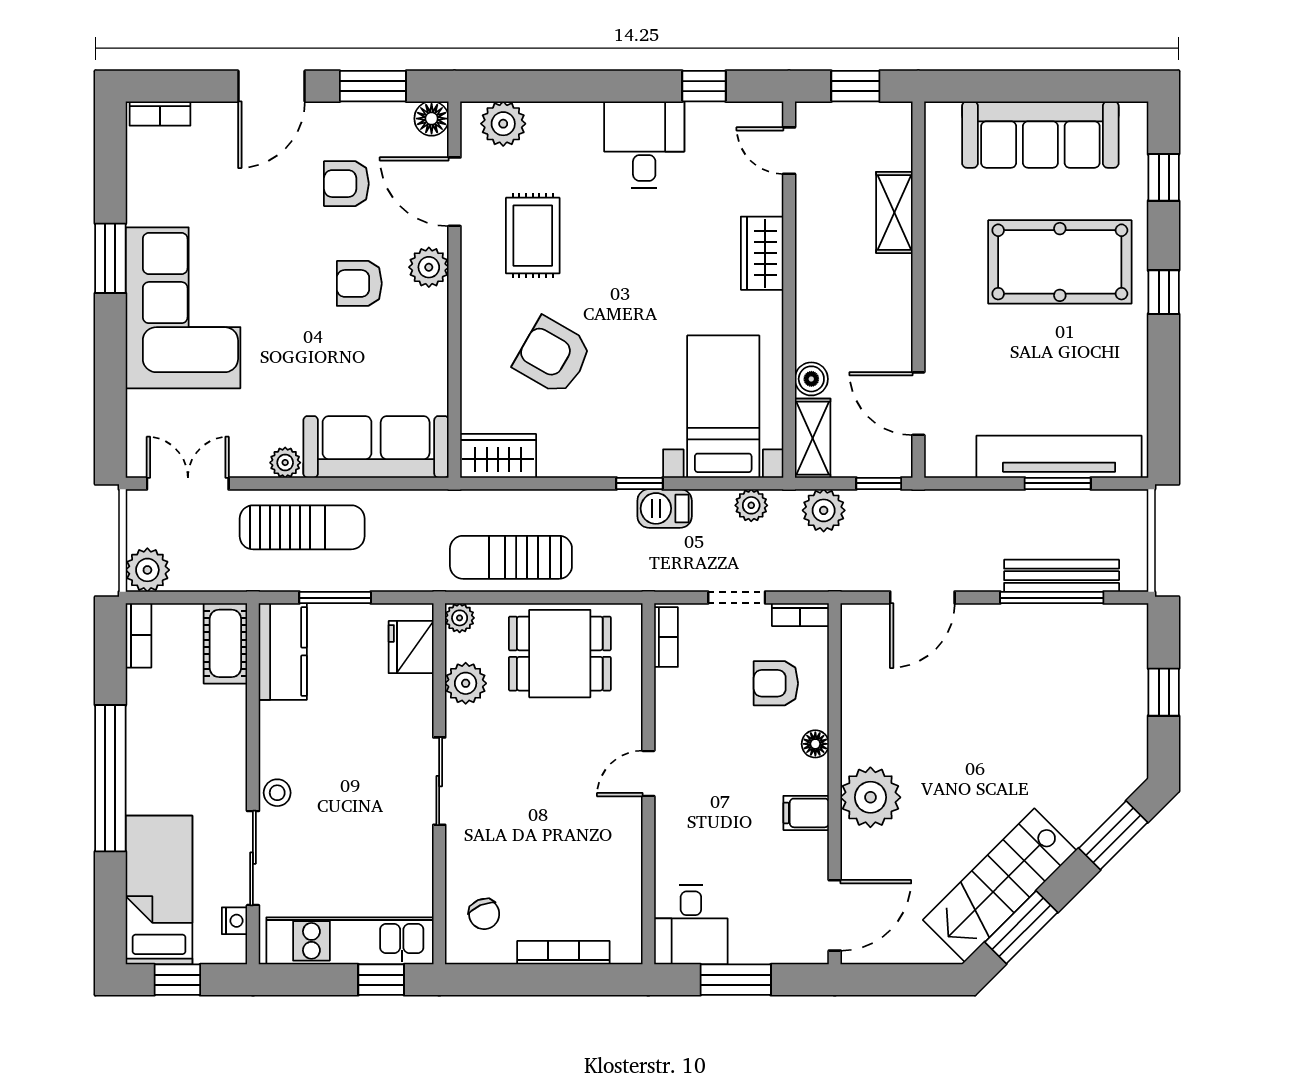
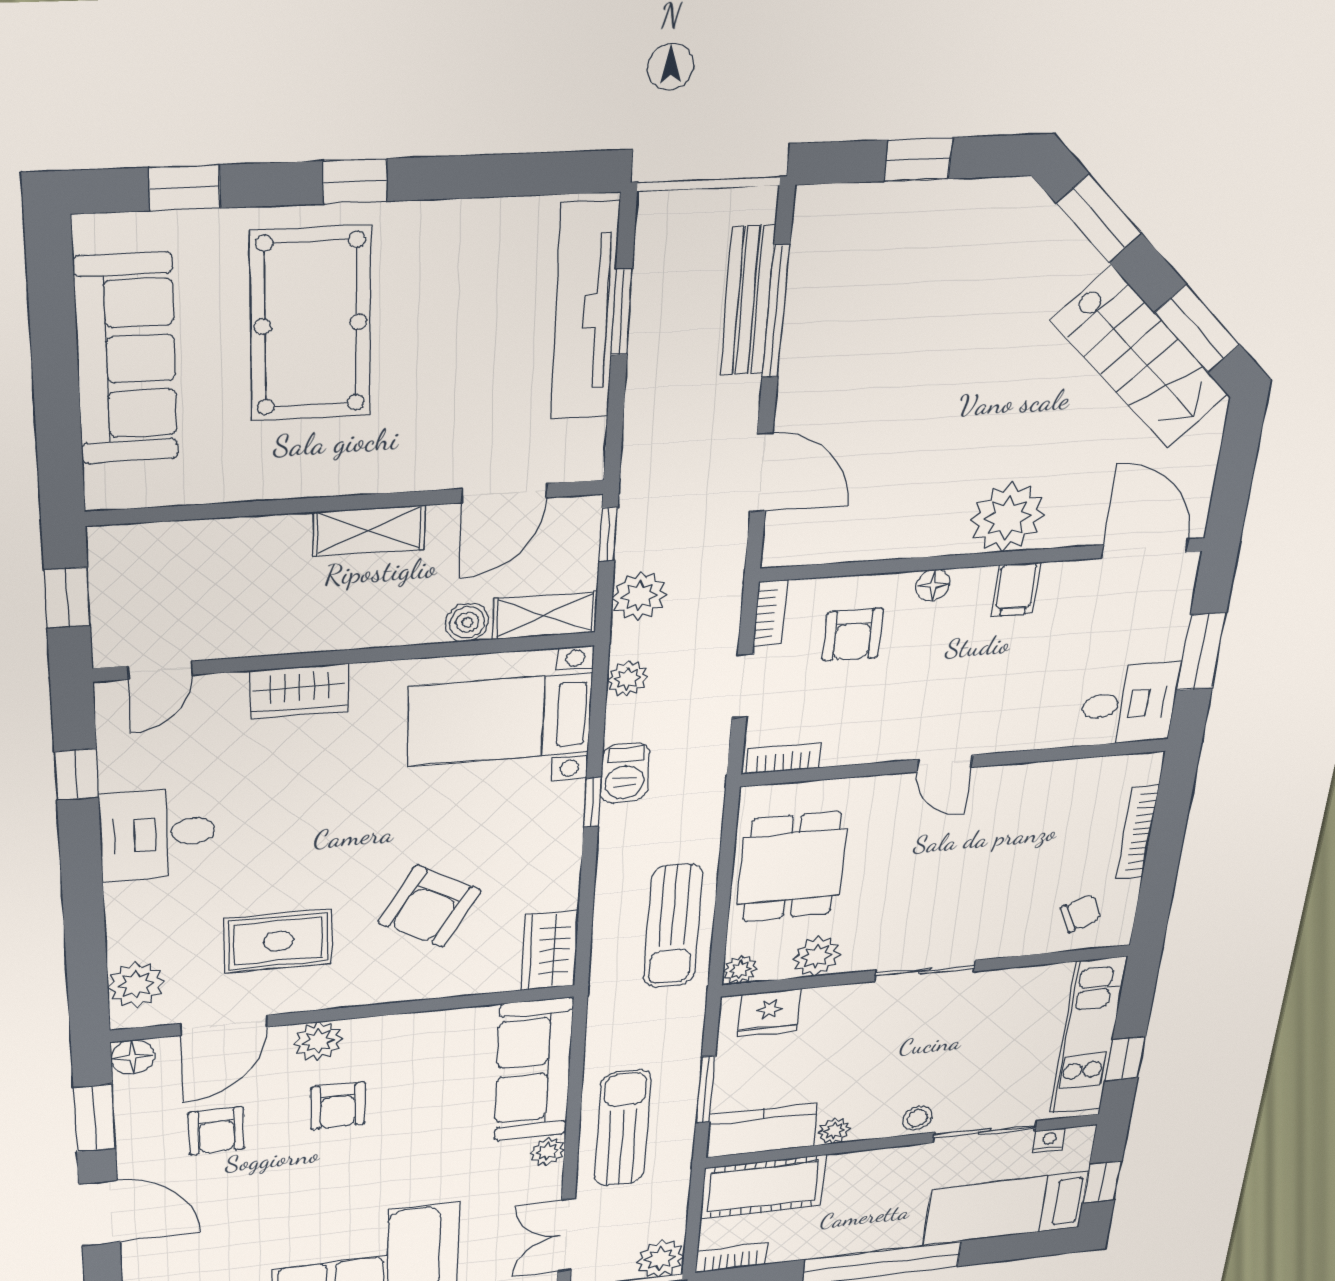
shelving: (894, 212) -> (369, 531), moved
cot: (225, 643) -> (763, 1187), width x1.37, depth x1.34
plant: (273, 717) -> (834, 1131), added
window: (381, 980) -> (1125, 1059), moved

